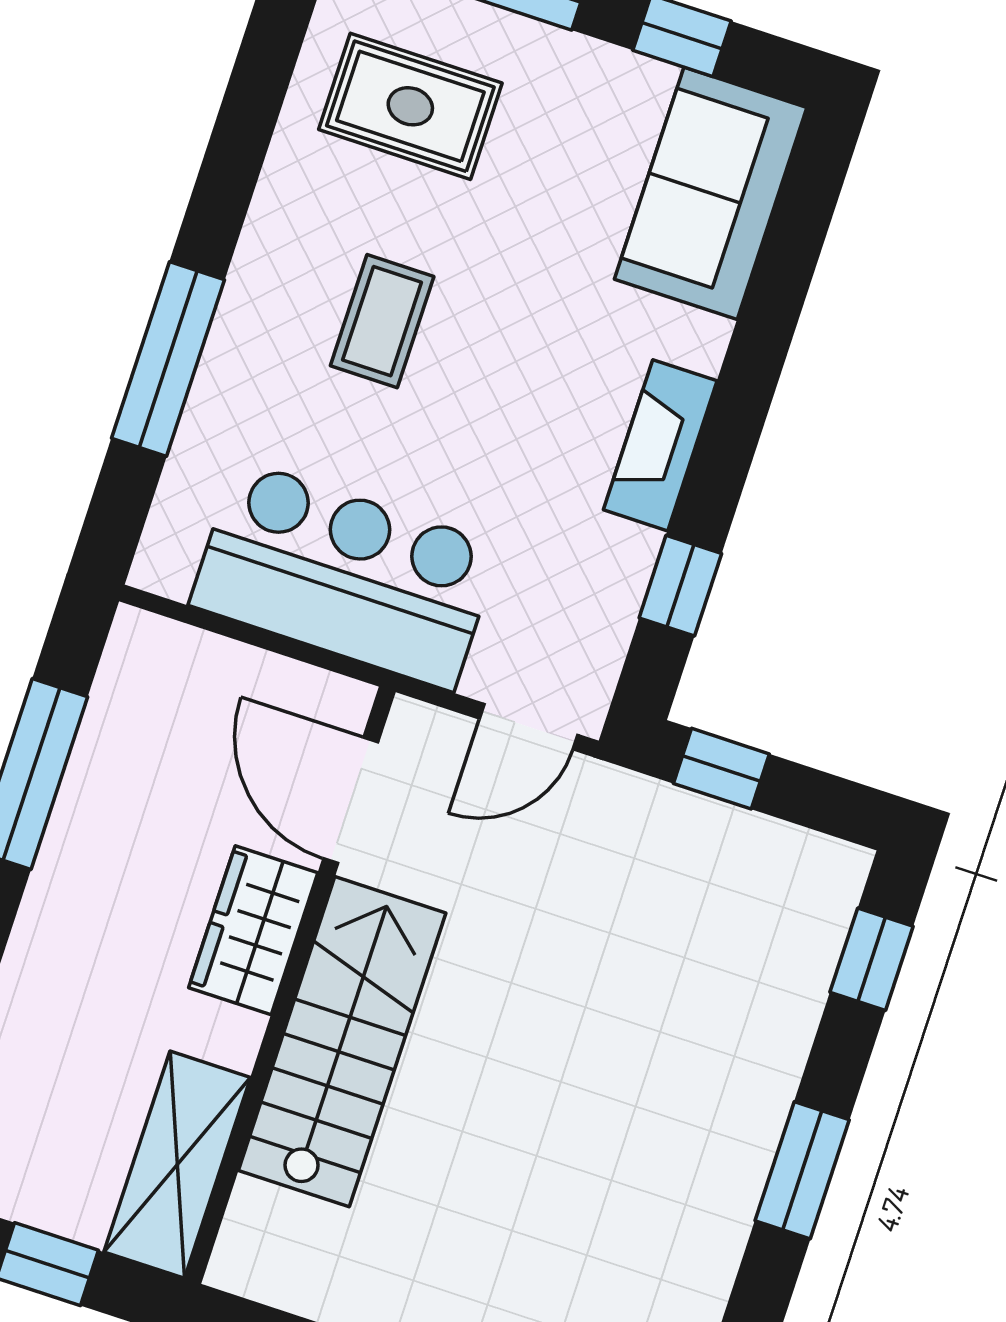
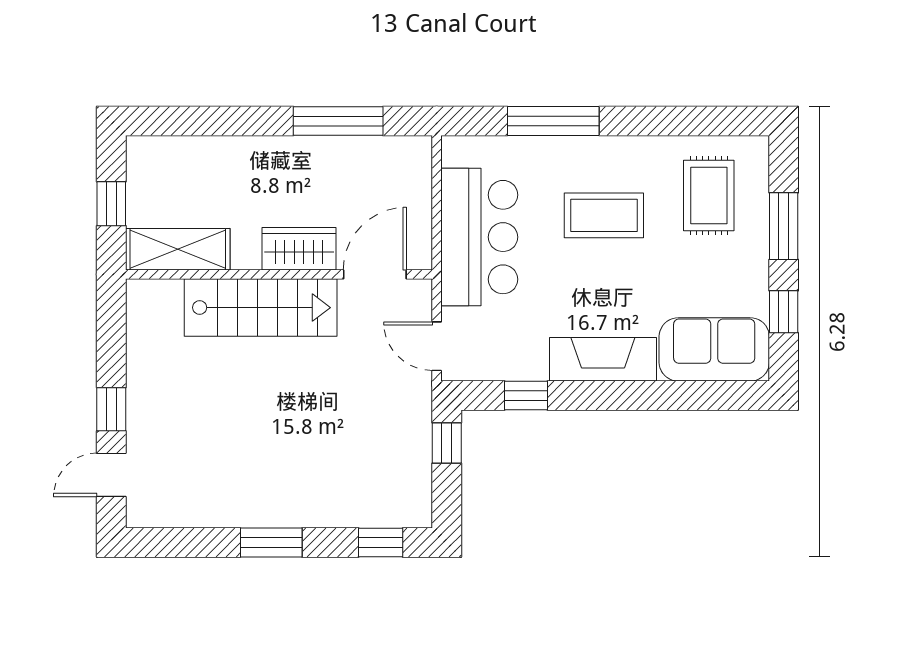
coffee table: (382, 321) -> (604, 215), width x1.36, depth x1.30
fireplace: (660, 445) -> (603, 359), width x1.37, depth x1.32

